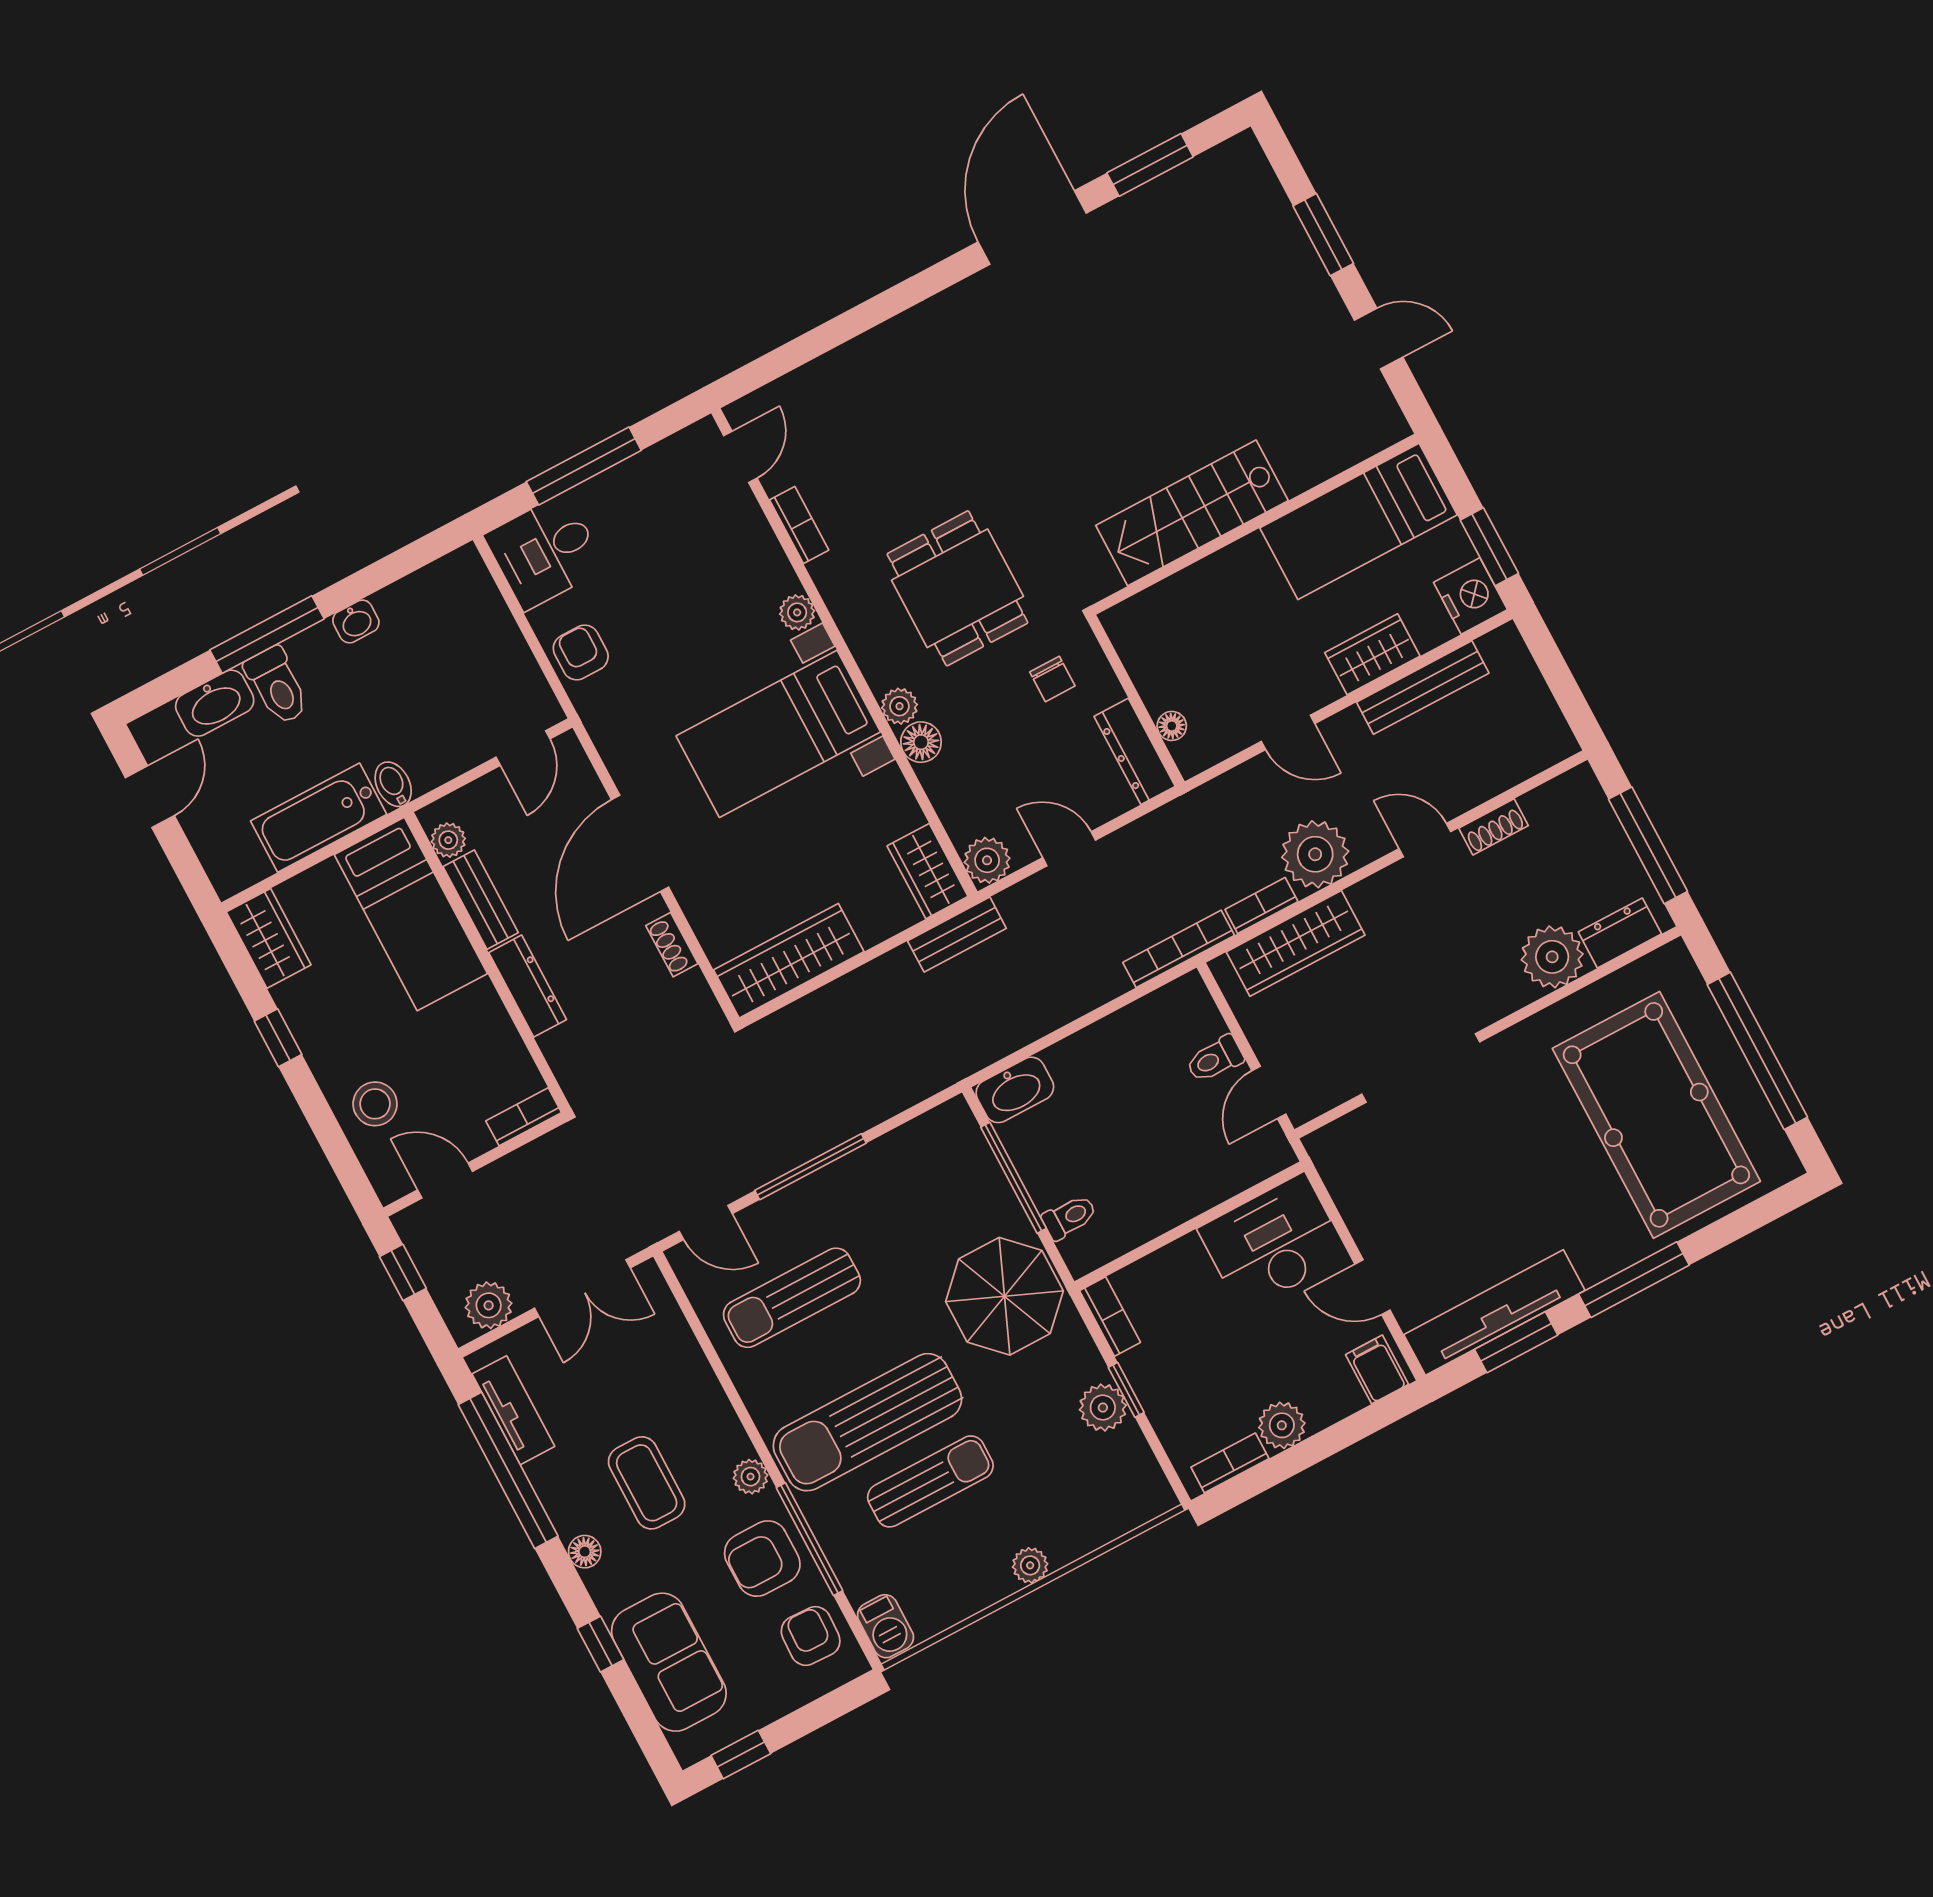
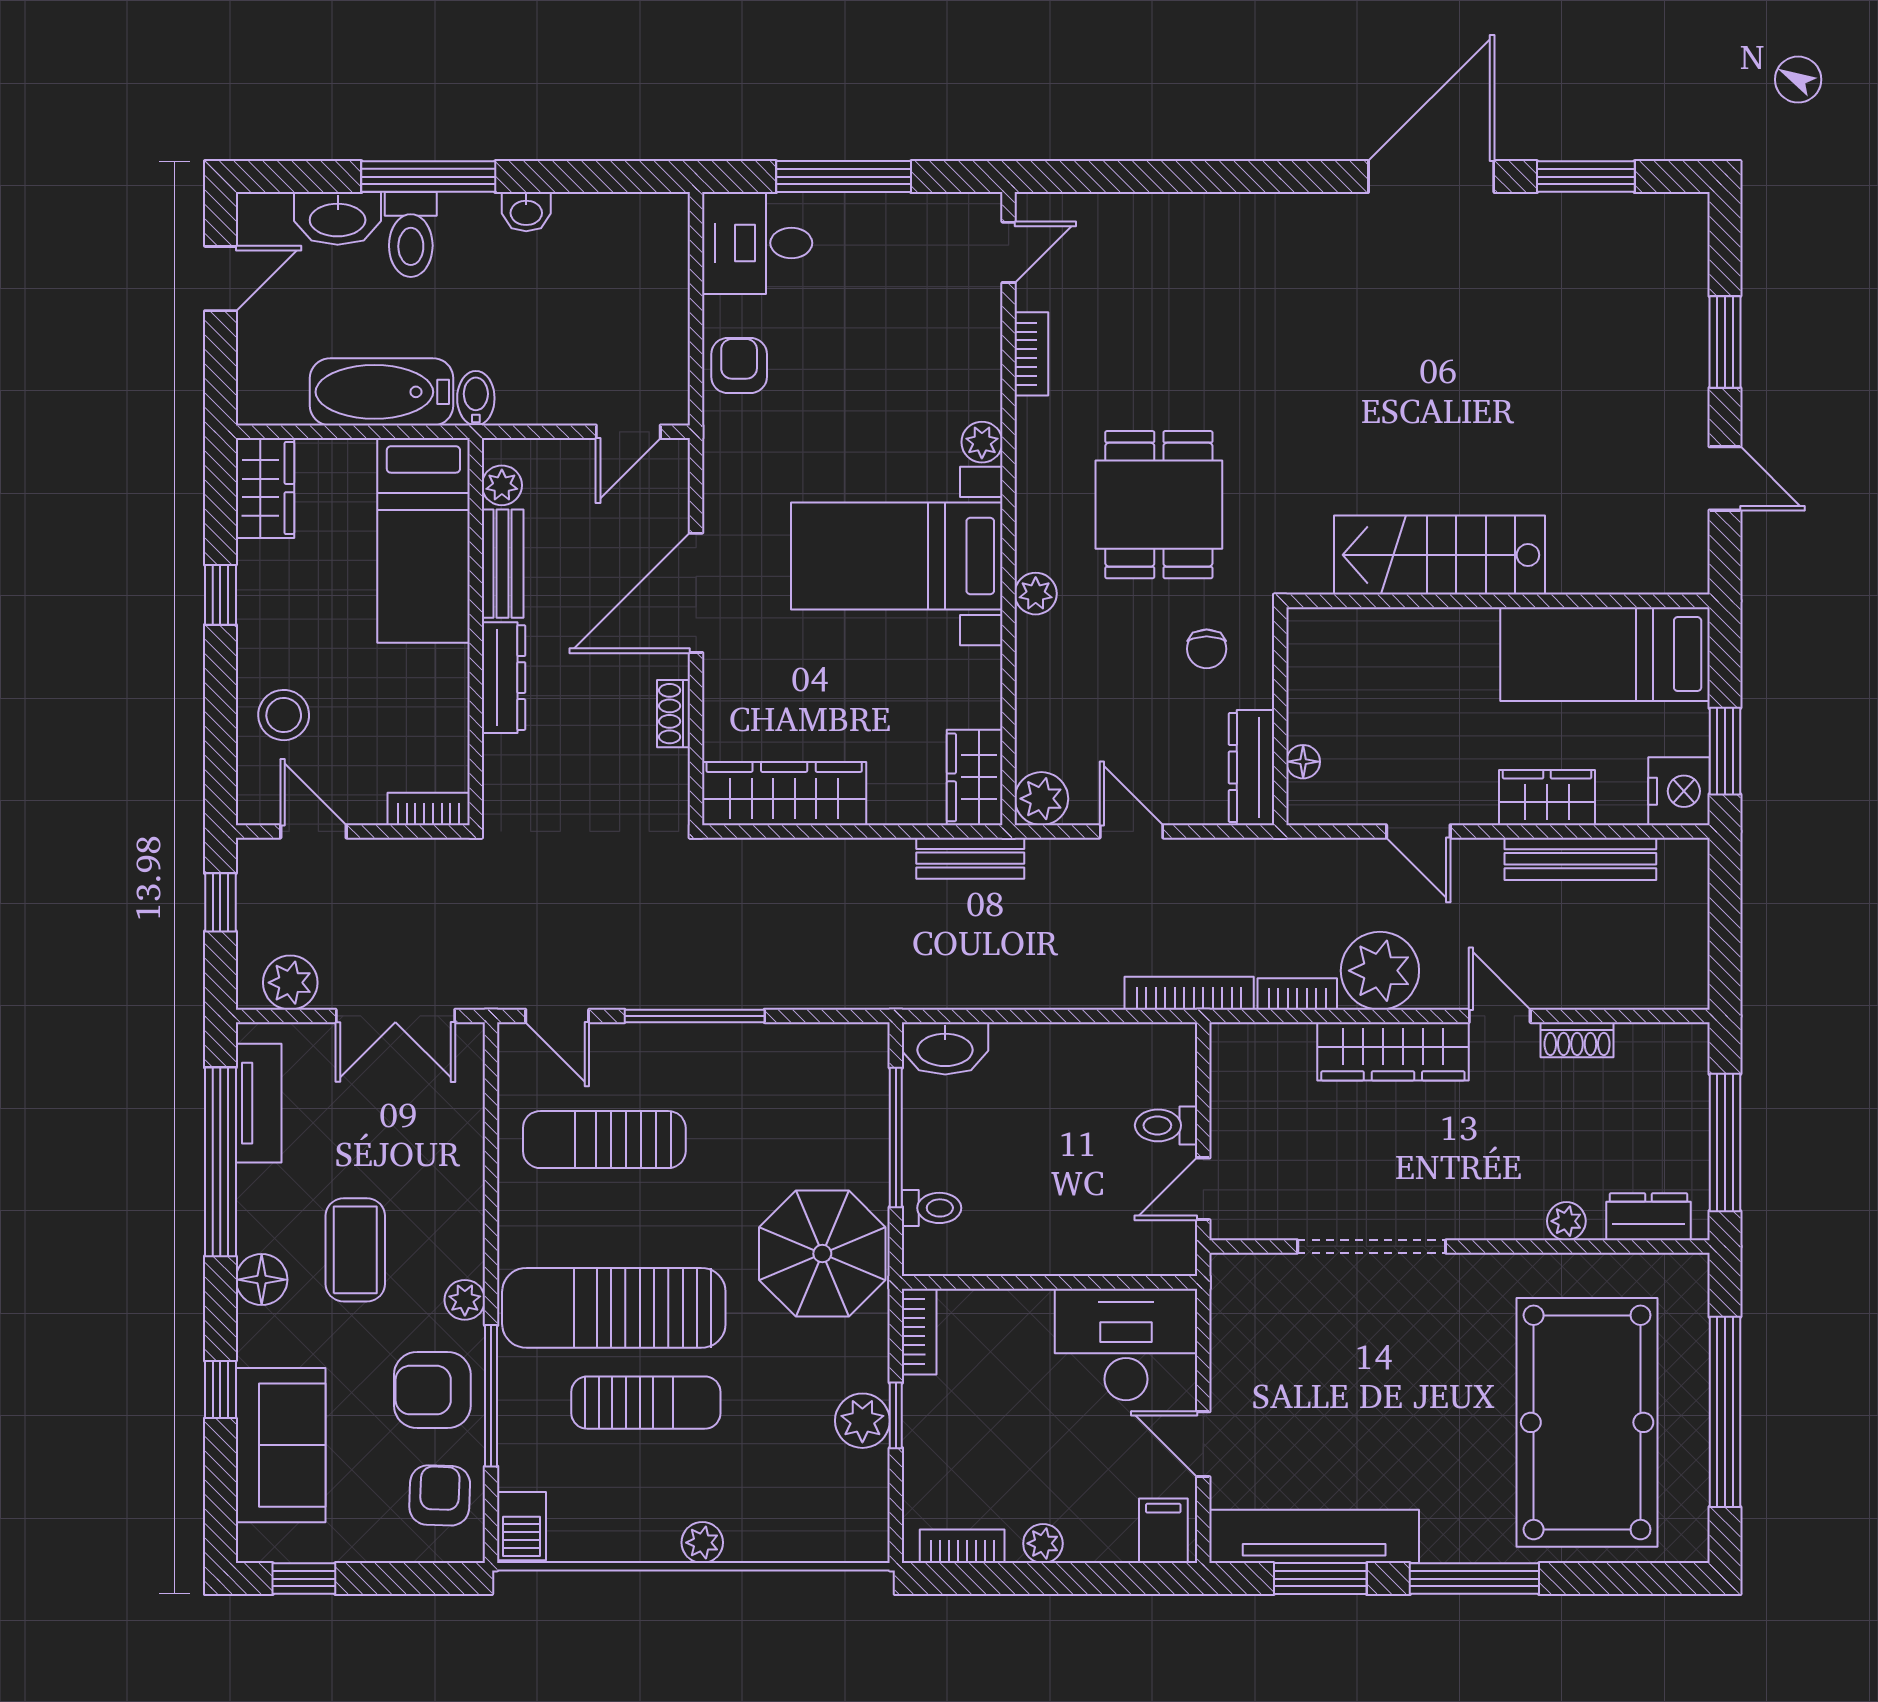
floor lamp: (921, 742) -> (1038, 642), removed
wardrobe: (1296, 943) -> (1393, 1051), moved
plant: (1552, 957) -> (1566, 1221), width x0.53, depth x0.53
plant: (1282, 1425) -> (1043, 1543), width x0.73, depth x0.73
floor lamp: (585, 1552) -> (262, 1280), width x1.37, depth x1.37

